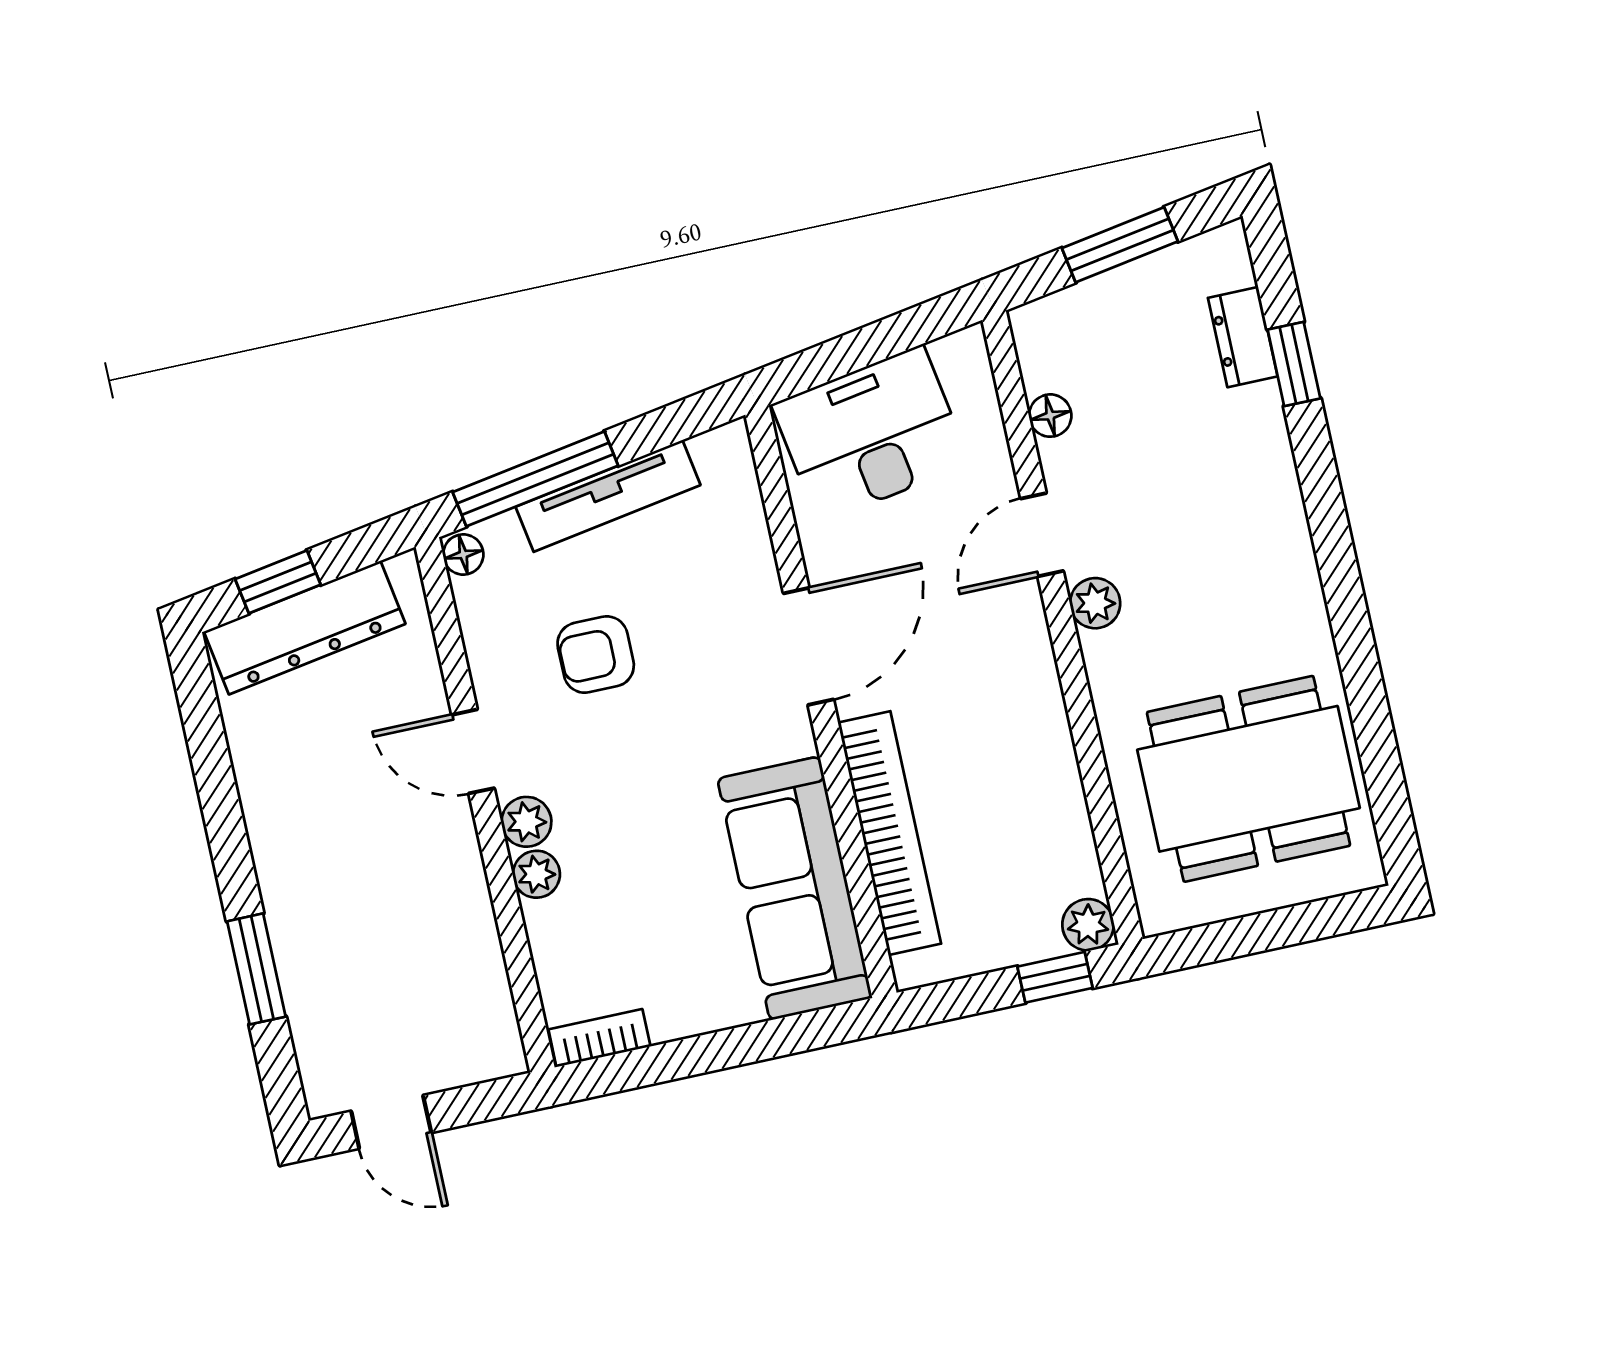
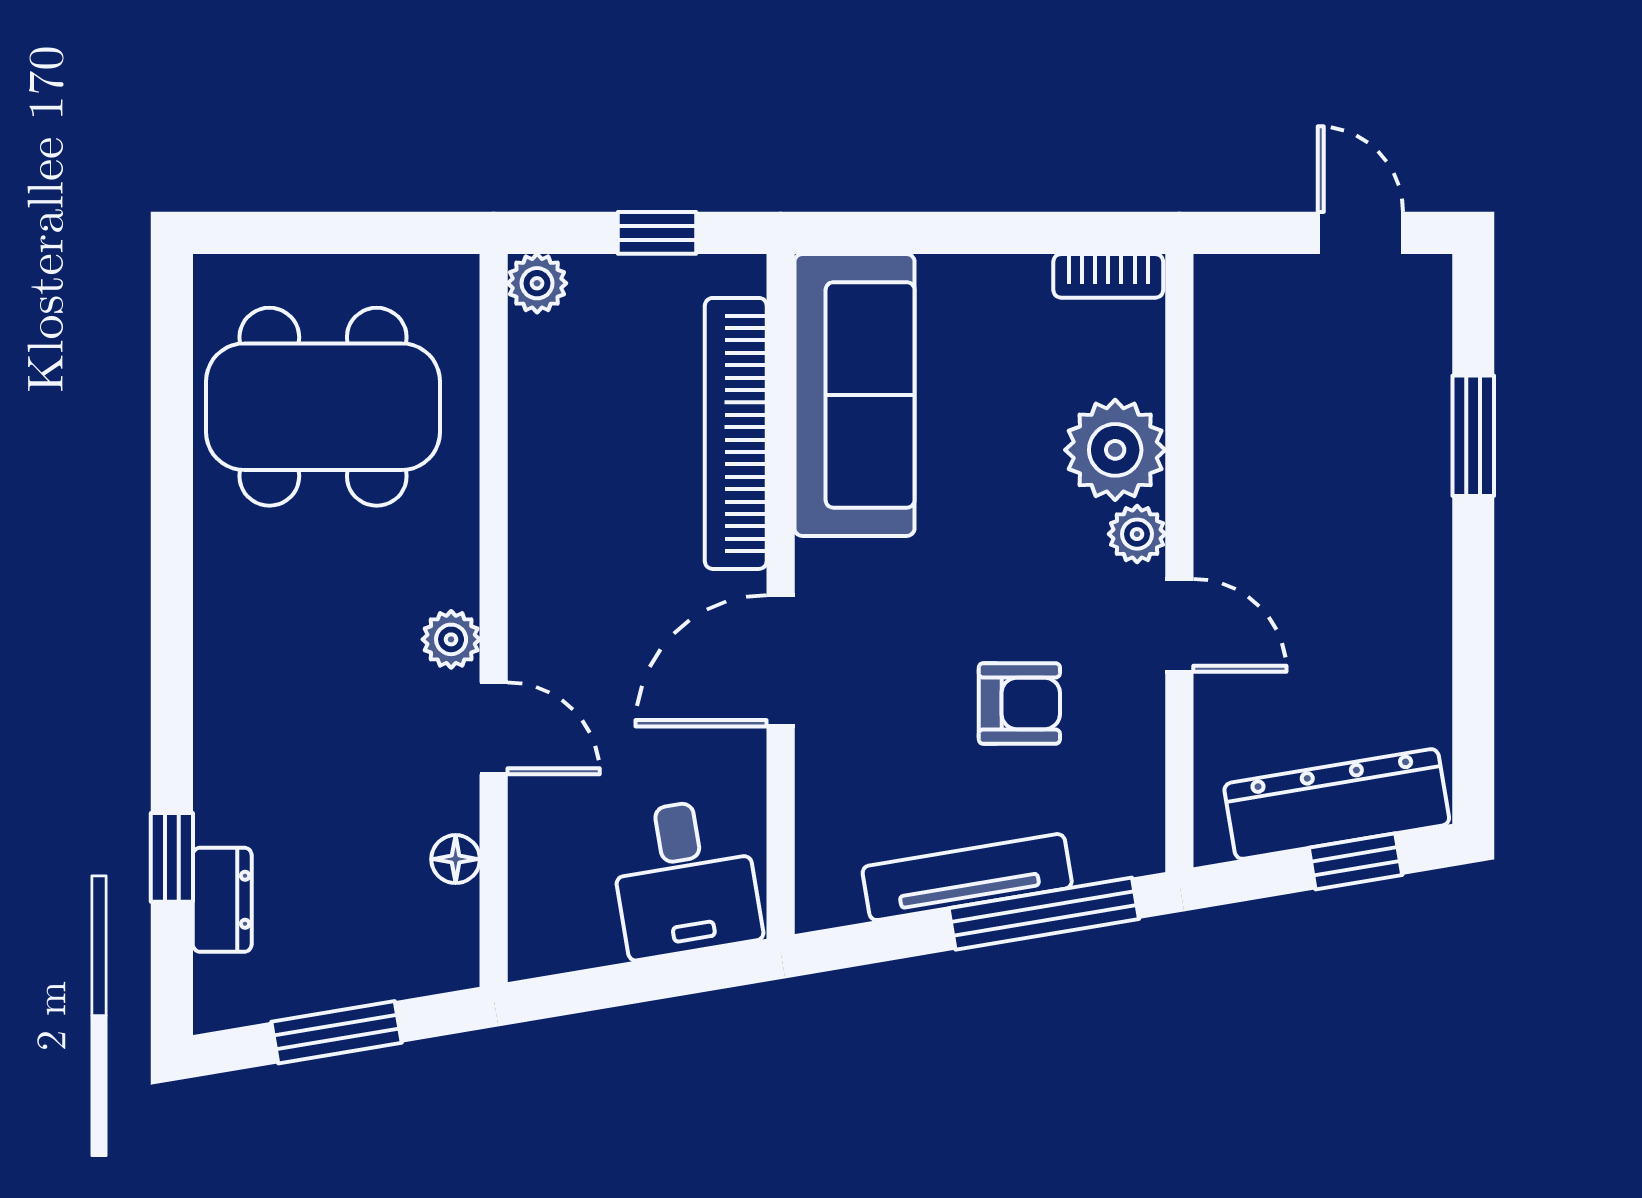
desk: (871, 434) -> (685, 878), width x0.73
door: (1042, 535) -> (494, 728), hinge flipped
floor lamp: (463, 555) -> (1142, 847), removed
plant: (536, 874) -> (1115, 450), width x1.88, depth x1.88
window: (1055, 977) -> (657, 233), moved

